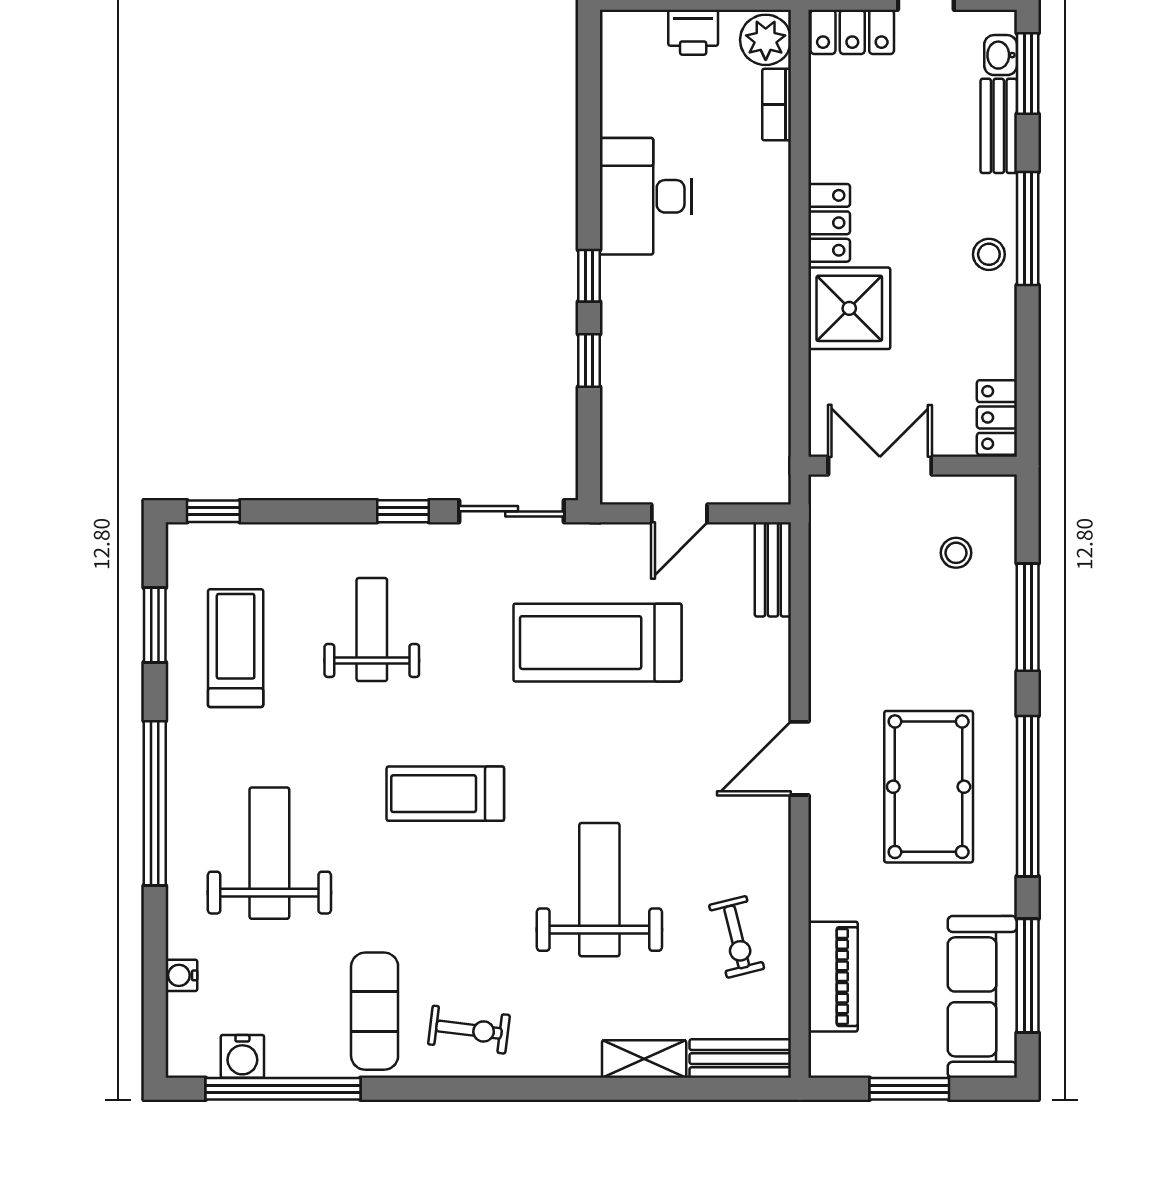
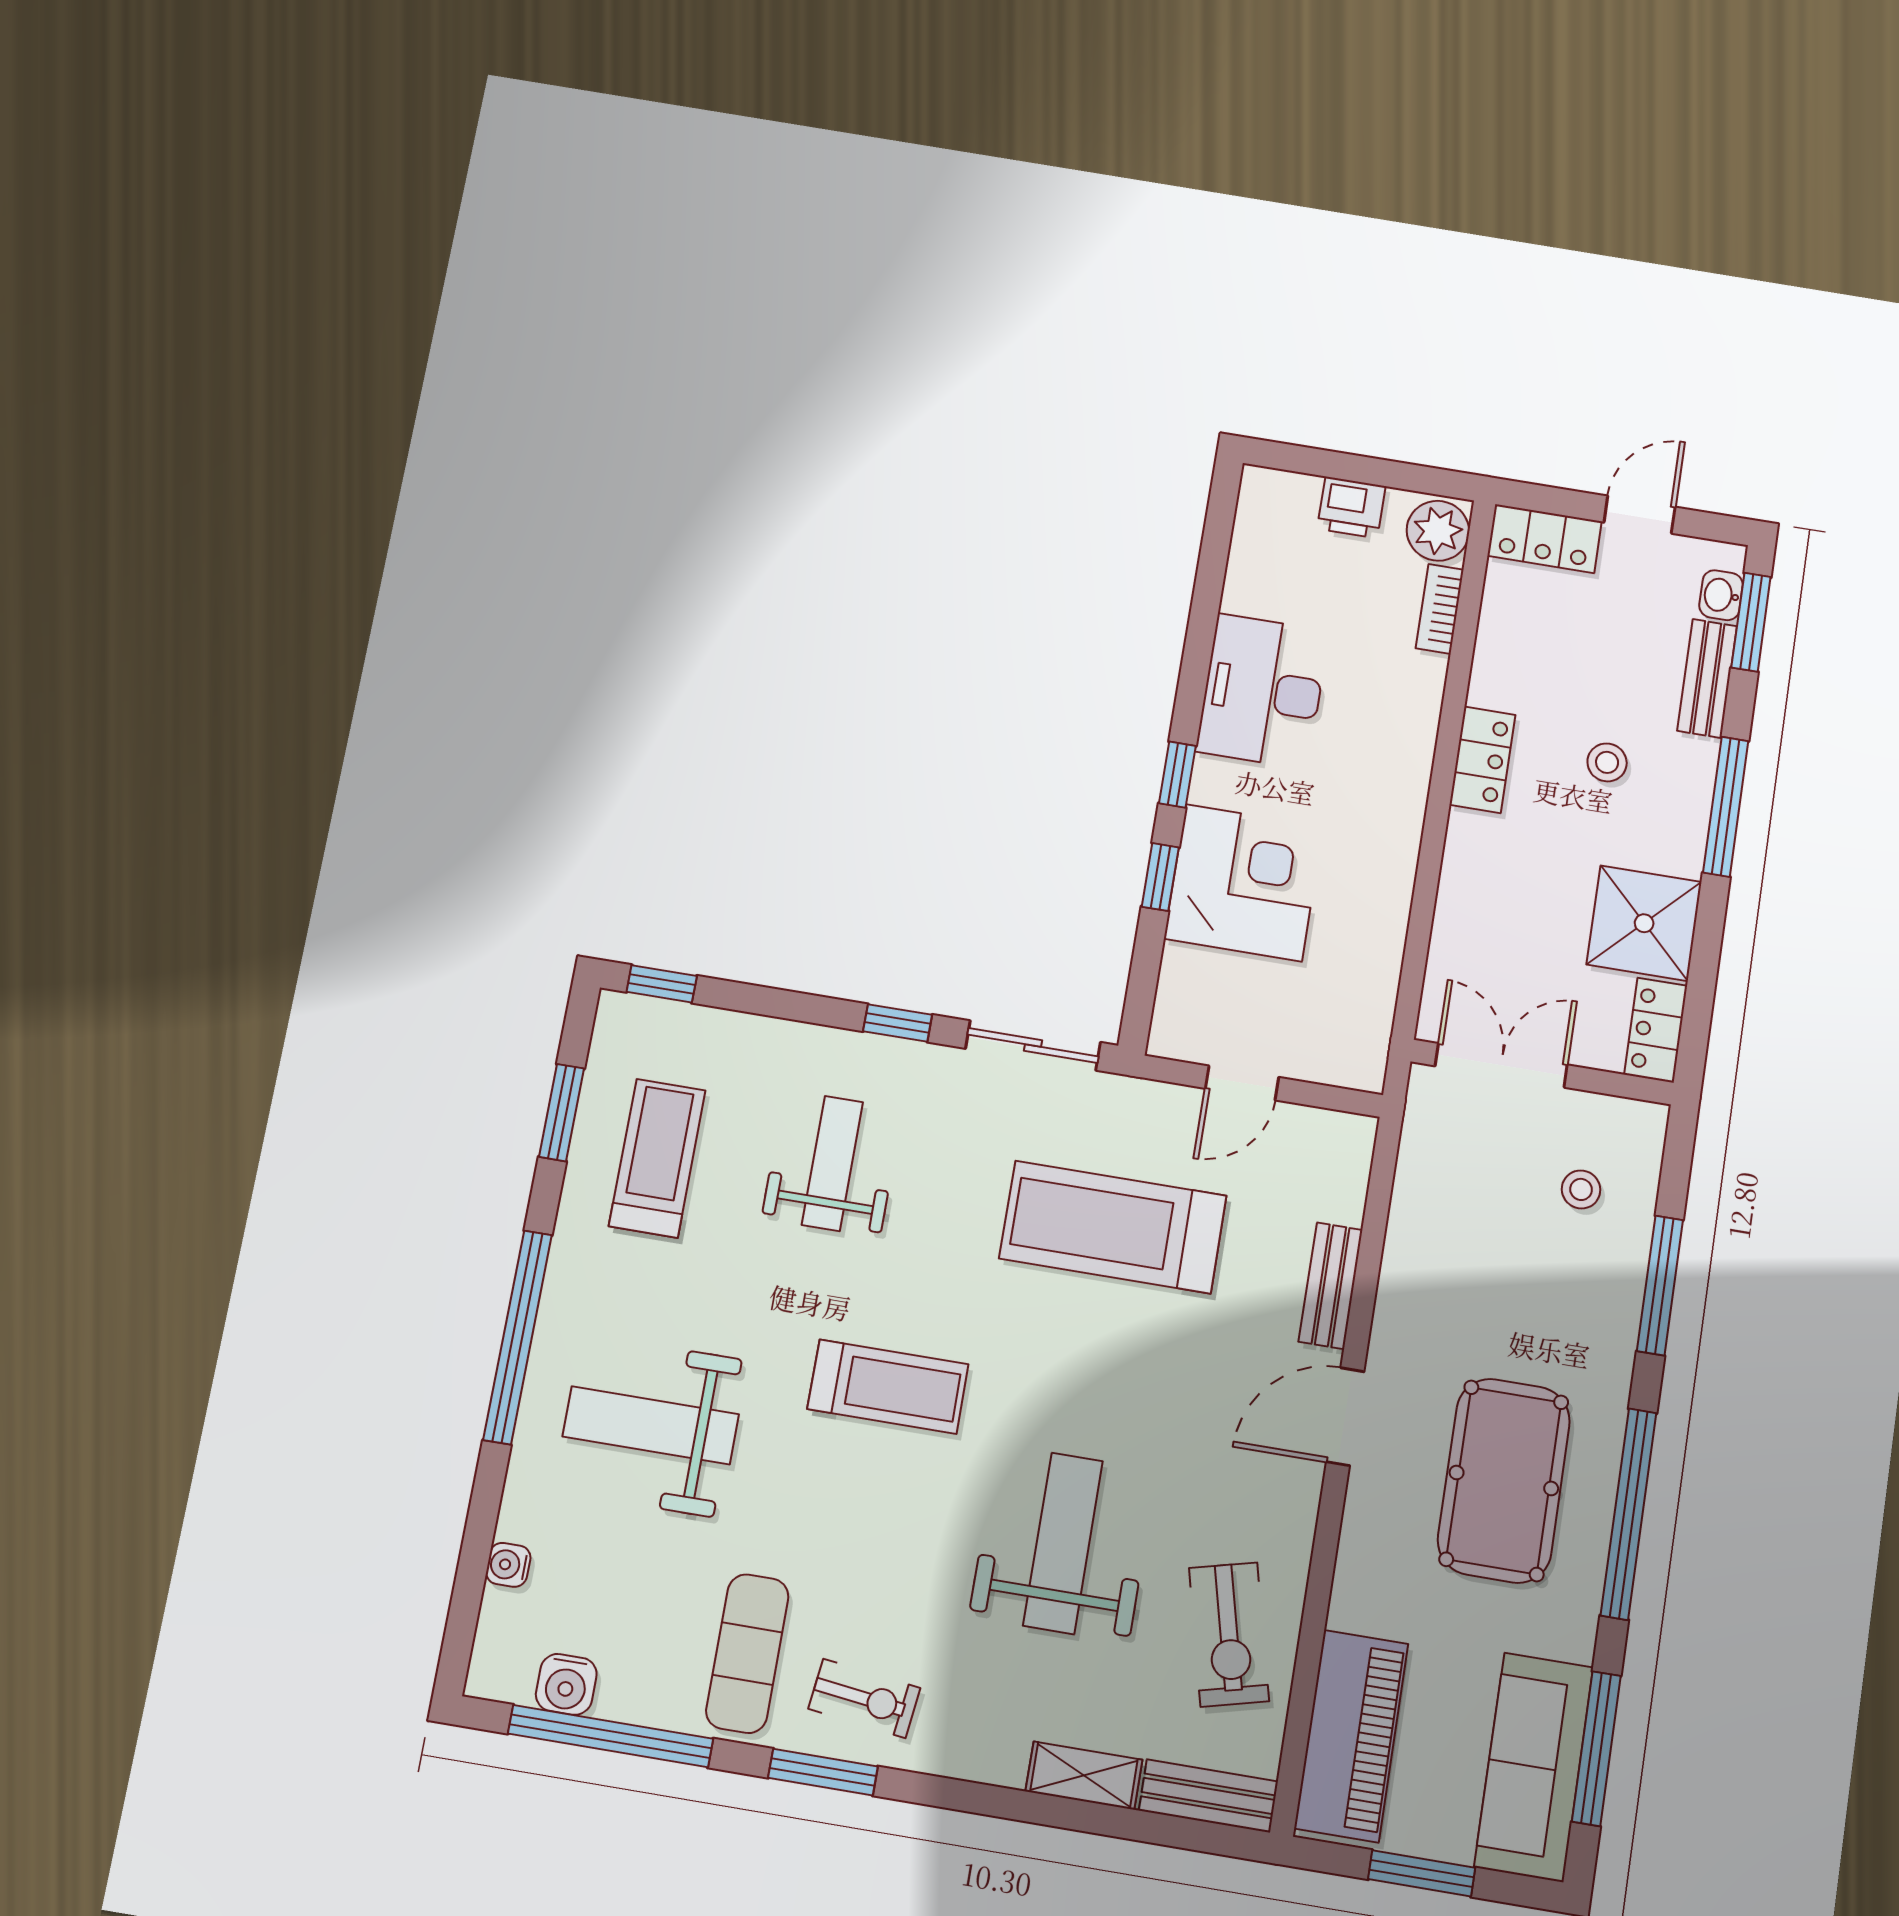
stool: (989, 254) -> (1607, 762), moved
shower: (849, 308) -> (1644, 923), moved
corner desk: (656, 354) -> (1244, 883), added
bench: (773, 569) -> (1331, 1286), moved
treadmill: (445, 794) -> (888, 1387), turned 180
weight bench: (269, 853) -> (651, 1425), turned -90
exercise bike: (737, 937) -> (1229, 1634), width x1.38, depth x1.39
piano: (833, 977) -> (1351, 1736), width x1.37, depth x1.33
window: (447, 1089) -> (823, 1772), added

